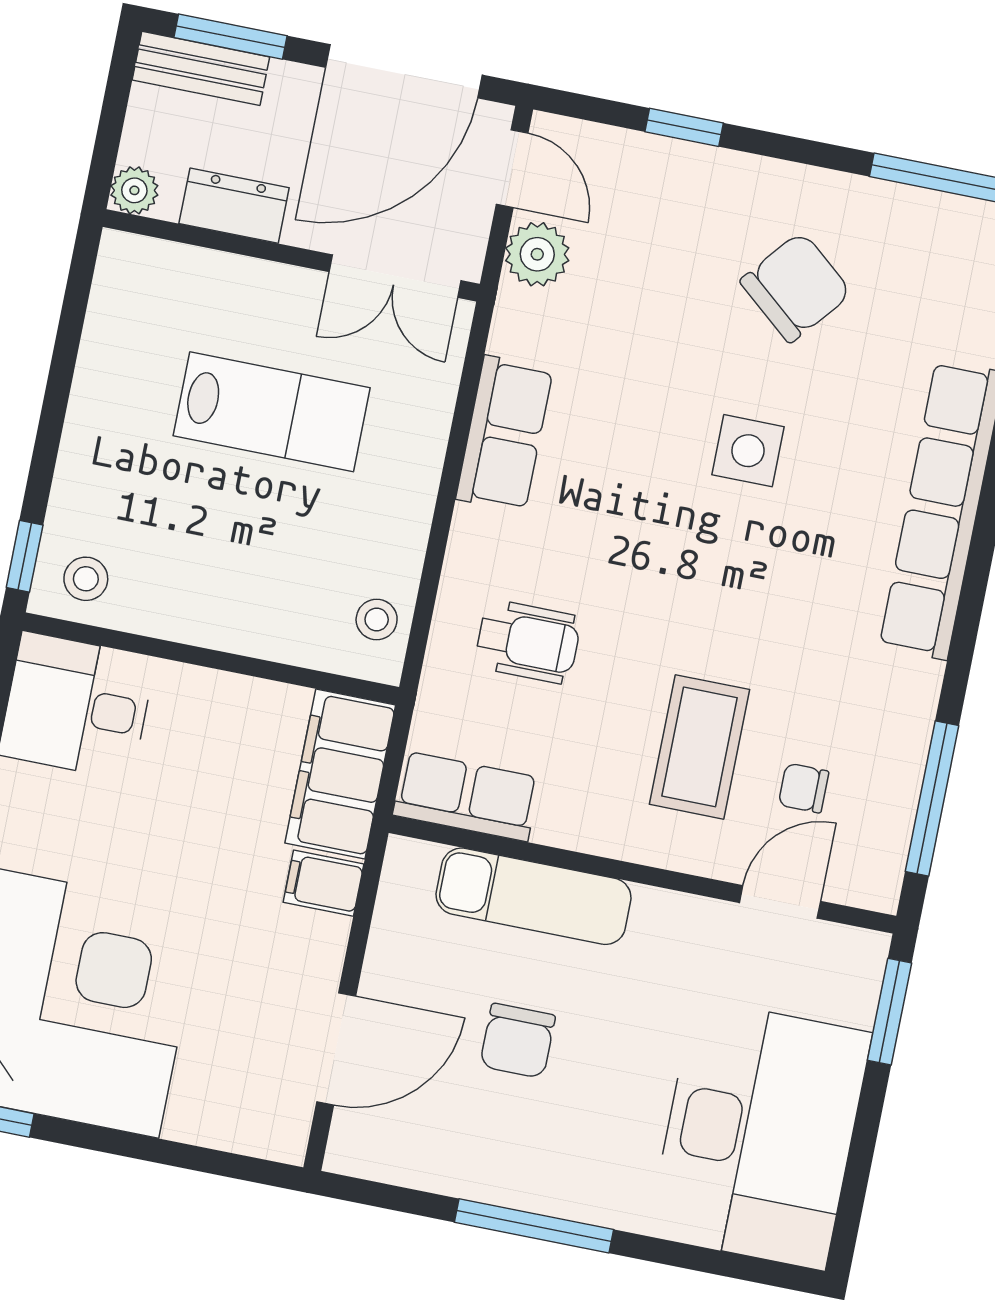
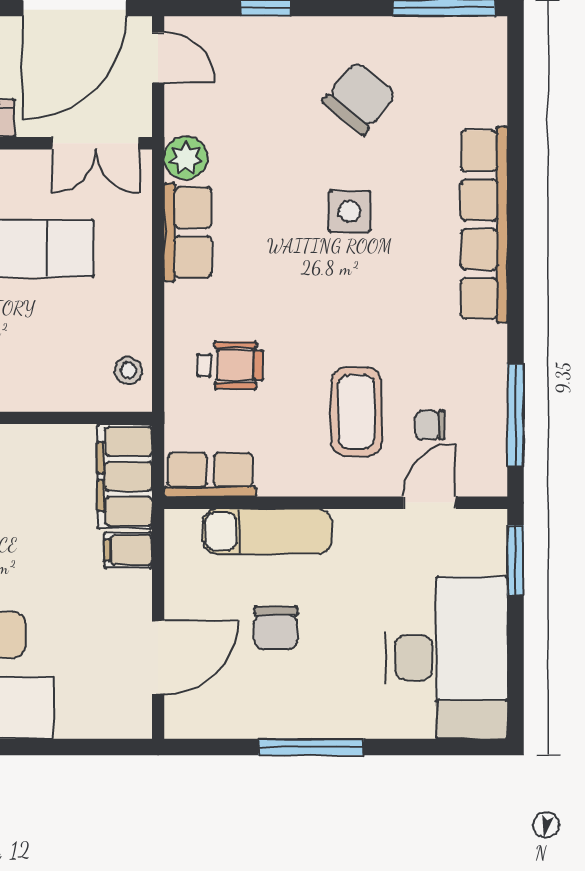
plant: (537, 254) -> (186, 158), moved

